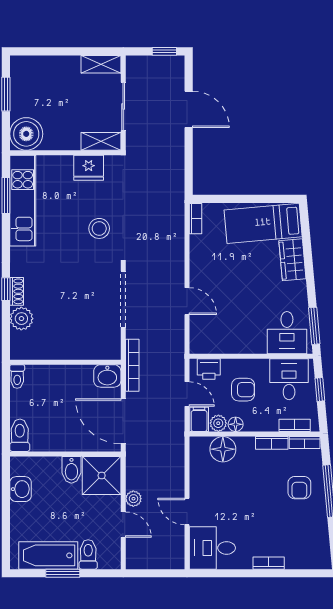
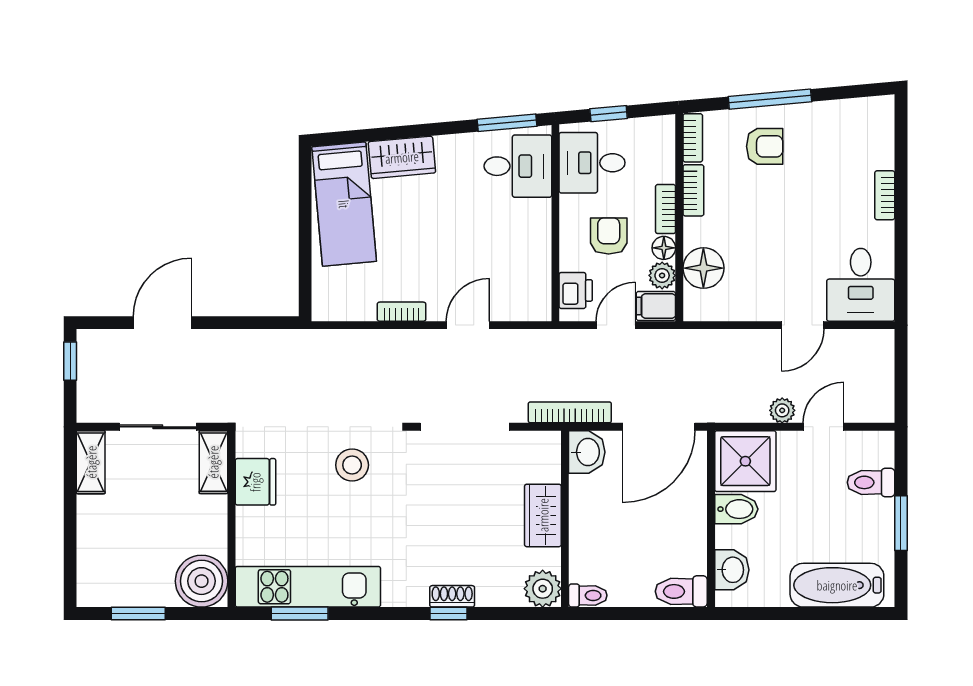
bookcase: (195, 219) -> (402, 312), moved
plant: (21, 319) -> (543, 589), moved
wardrobe: (68, 348) -> (543, 515), added
bookcase: (295, 425) -> (666, 209), moved
washbasin: (21, 489) -> (732, 570), moved, turned 90
bathtub: (48, 555) -> (837, 585), moved, turned 90

